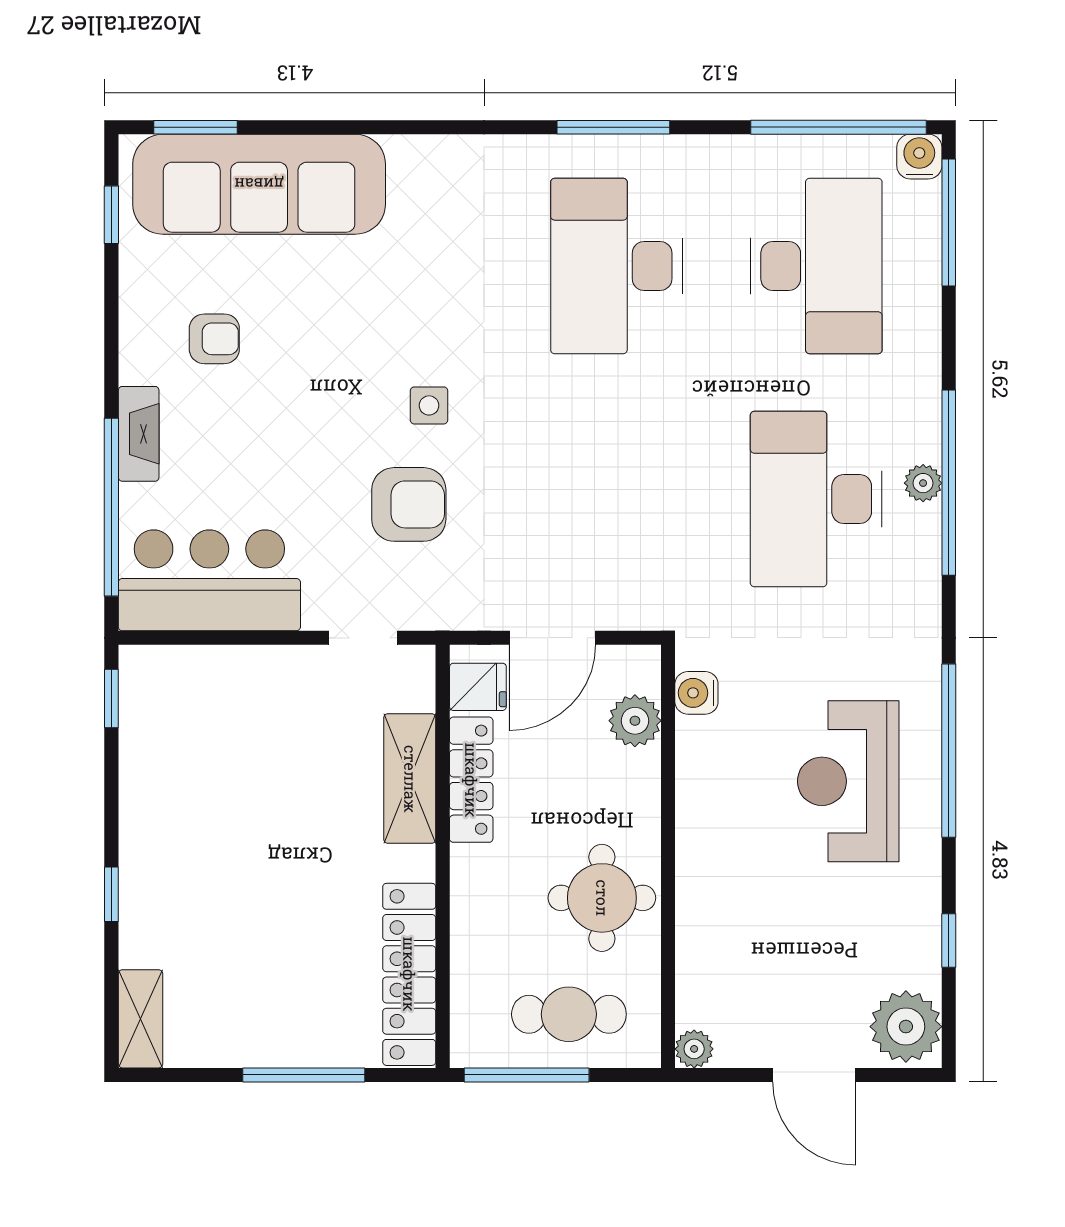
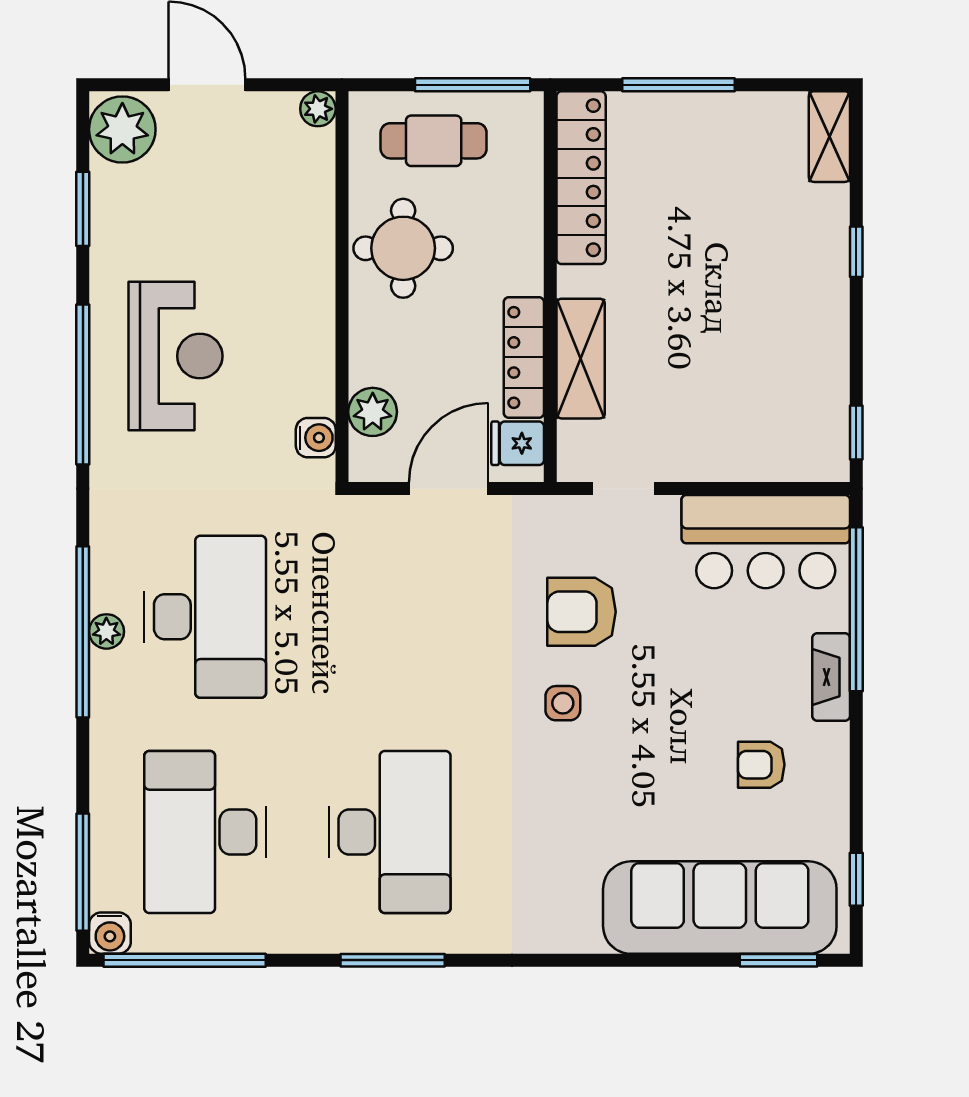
window: (949, 940) -> (83, 209), width x1.50

